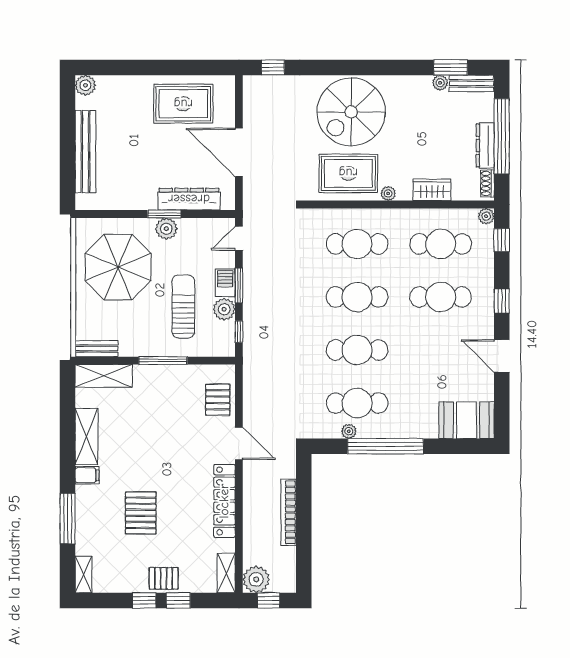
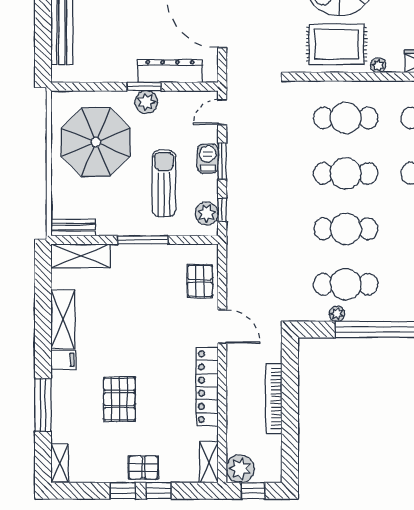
plant: (224, 309) -> (207, 213), moved

